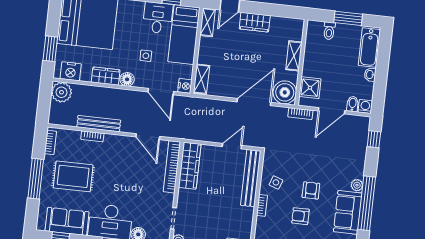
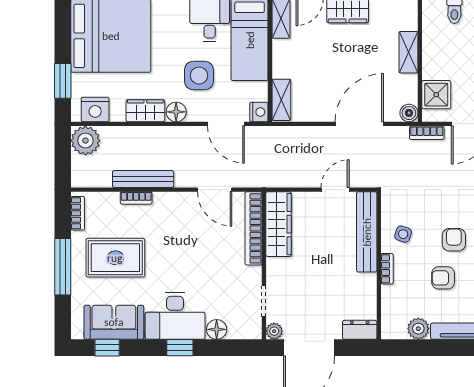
side table: (146, 56) -> (199, 76), width x1.87, depth x1.87
boiler: (285, 92) -> (409, 113), width x0.54, depth x0.54

